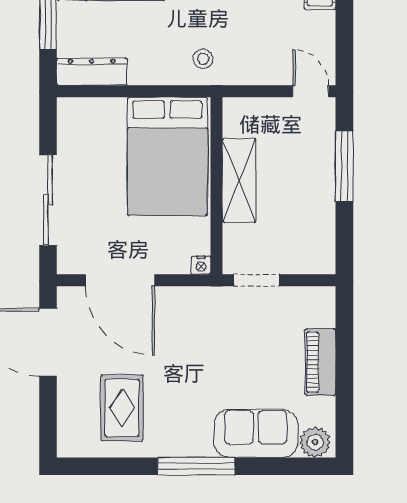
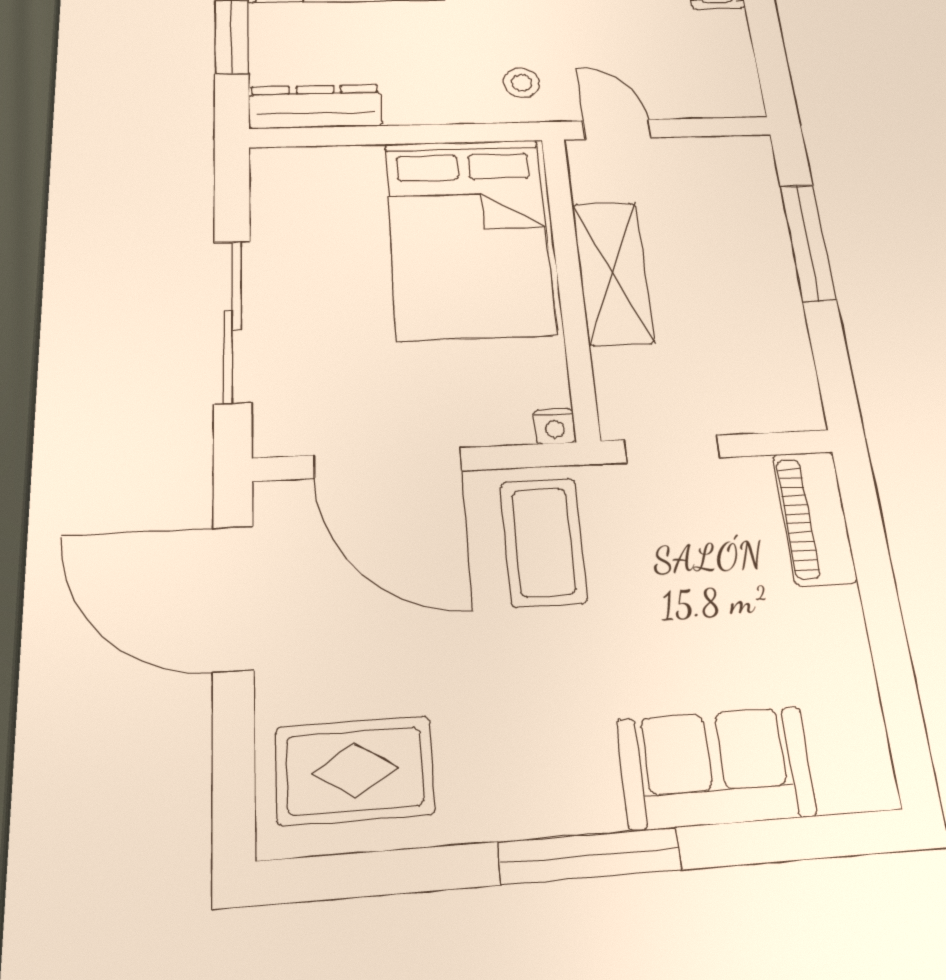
door: (311, 91) -> (617, 129), moved
coffee table: (190, 324) -> (543, 542), added
piano: (321, 362) -> (815, 518), moved
rug: (122, 408) -> (355, 770), moved, turned 90
plant: (315, 442) -> (850, 778), removed

